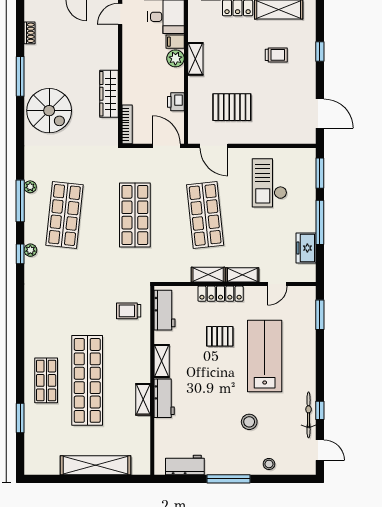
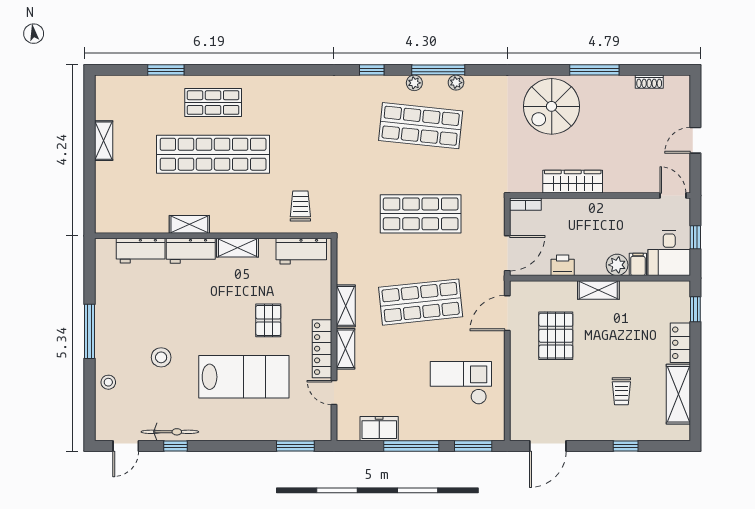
shelving: (195, 59) -> (598, 290), moved
bookcase: (127, 124) -> (525, 204), width x0.64
plant: (30, 250) -> (414, 83), moved
locker: (221, 294) -> (322, 349), moved
shelving: (96, 465) -> (104, 141), width x0.45, depth x0.75
workbench: (185, 465) -> (141, 251), moved, turned 90

